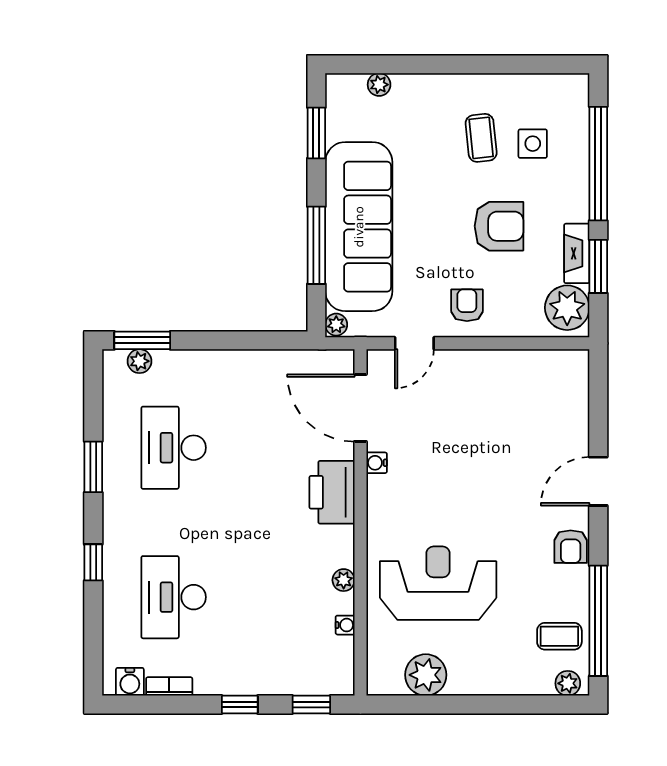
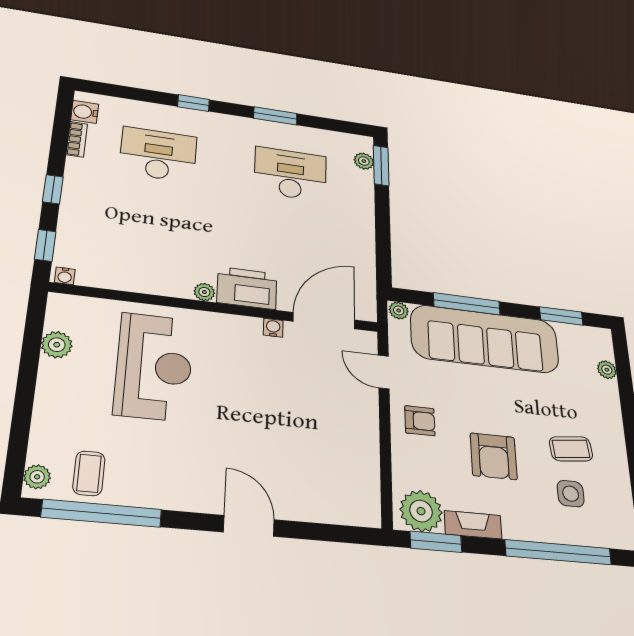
window: (598, 266) -> (436, 542), moved
armchair: (571, 547) -> (183, 493), removed
plant: (344, 580) -> (204, 292), moved
water cooler: (345, 625) -> (65, 276), moved
plant: (426, 675) -> (57, 345), width x0.73, depth x0.73

